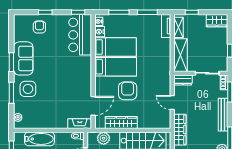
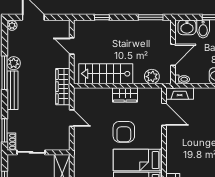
dresser: (183, 80) -> (59, 144), removed
door: (93, 106) -> (164, 114), swing flipped
bench: (223, 115) -> (13, 90), moved
wardrobe: (121, 122) -> (125, 95), width x0.67

